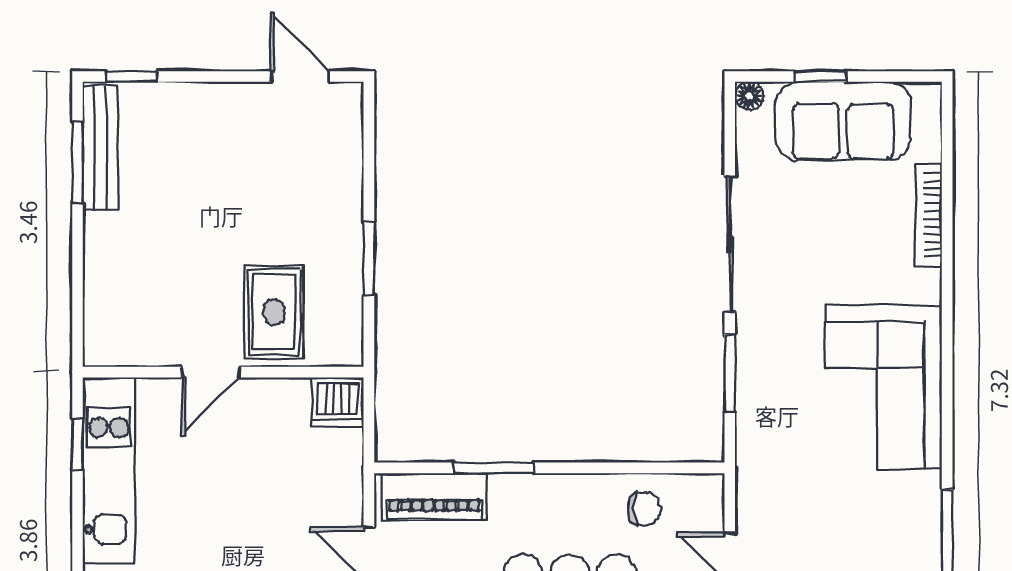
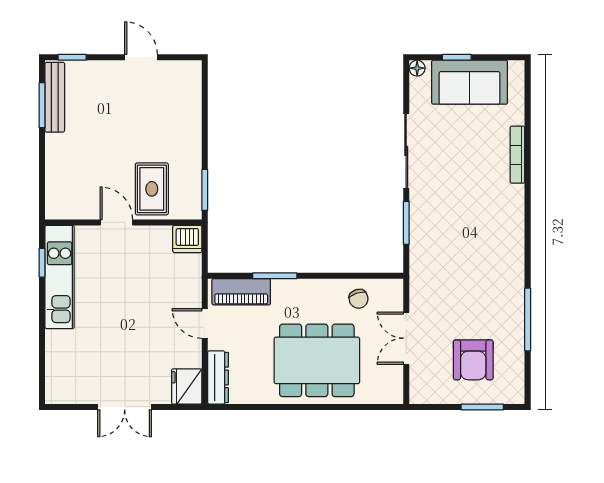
door: (300, 77) -> (141, 57), moved
bookcase: (929, 215) -> (517, 155), moved
window: (369, 258) -> (205, 190), moved
door: (211, 372) -> (116, 222), swing flipped
corner sofa: (883, 387) -> (492, 231), removed
chair: (644, 509) -> (359, 299), turned 72

